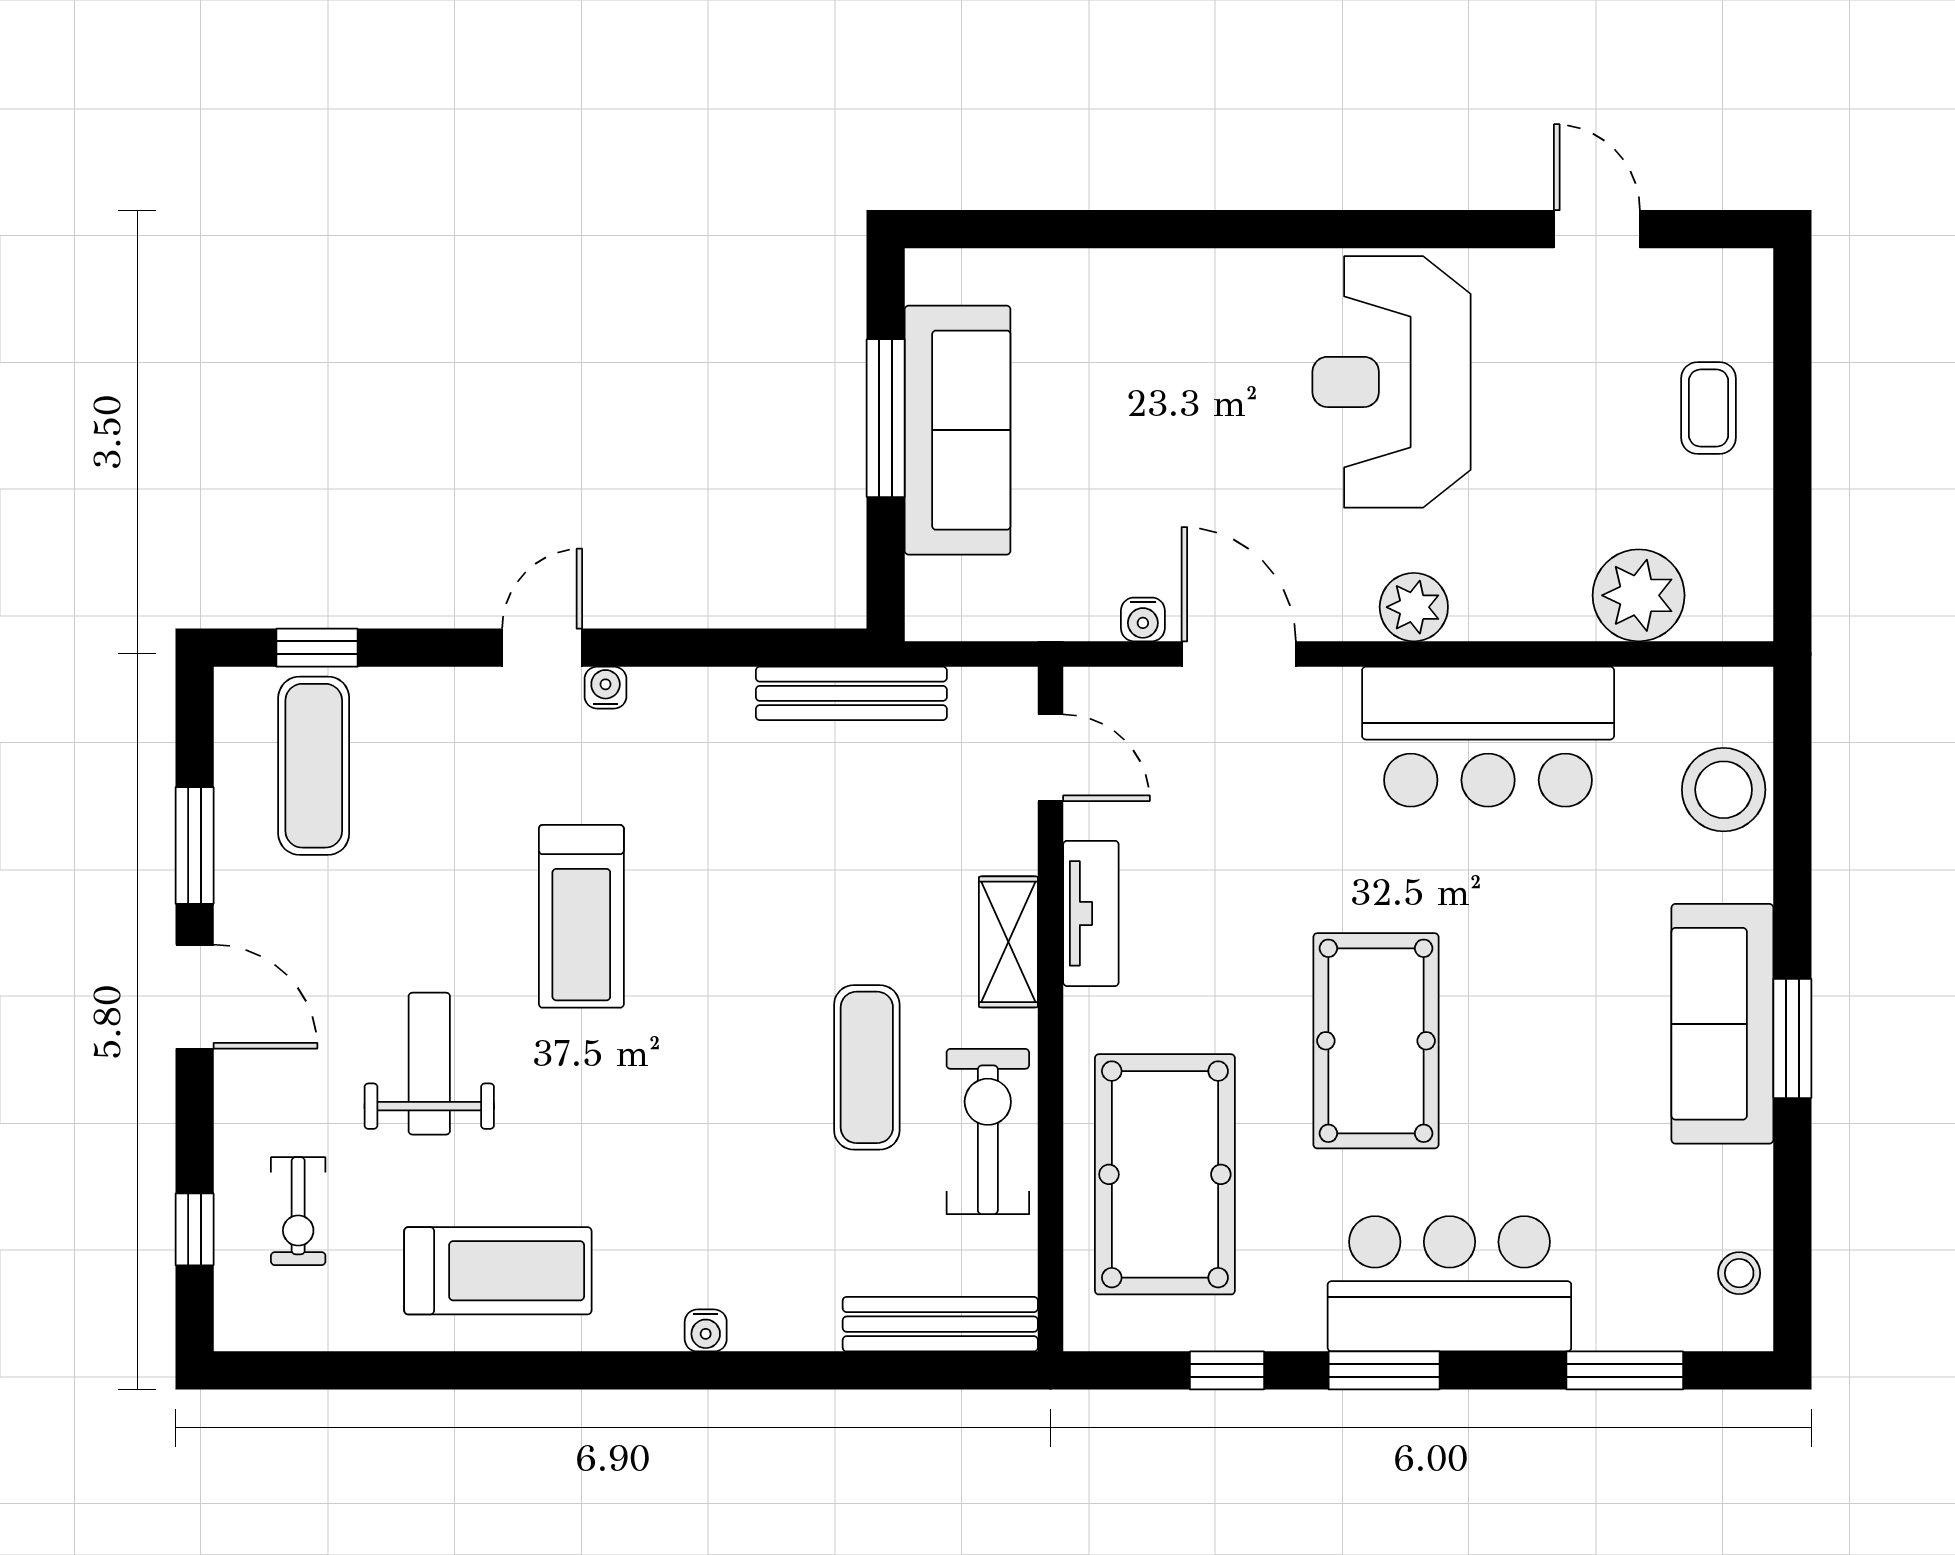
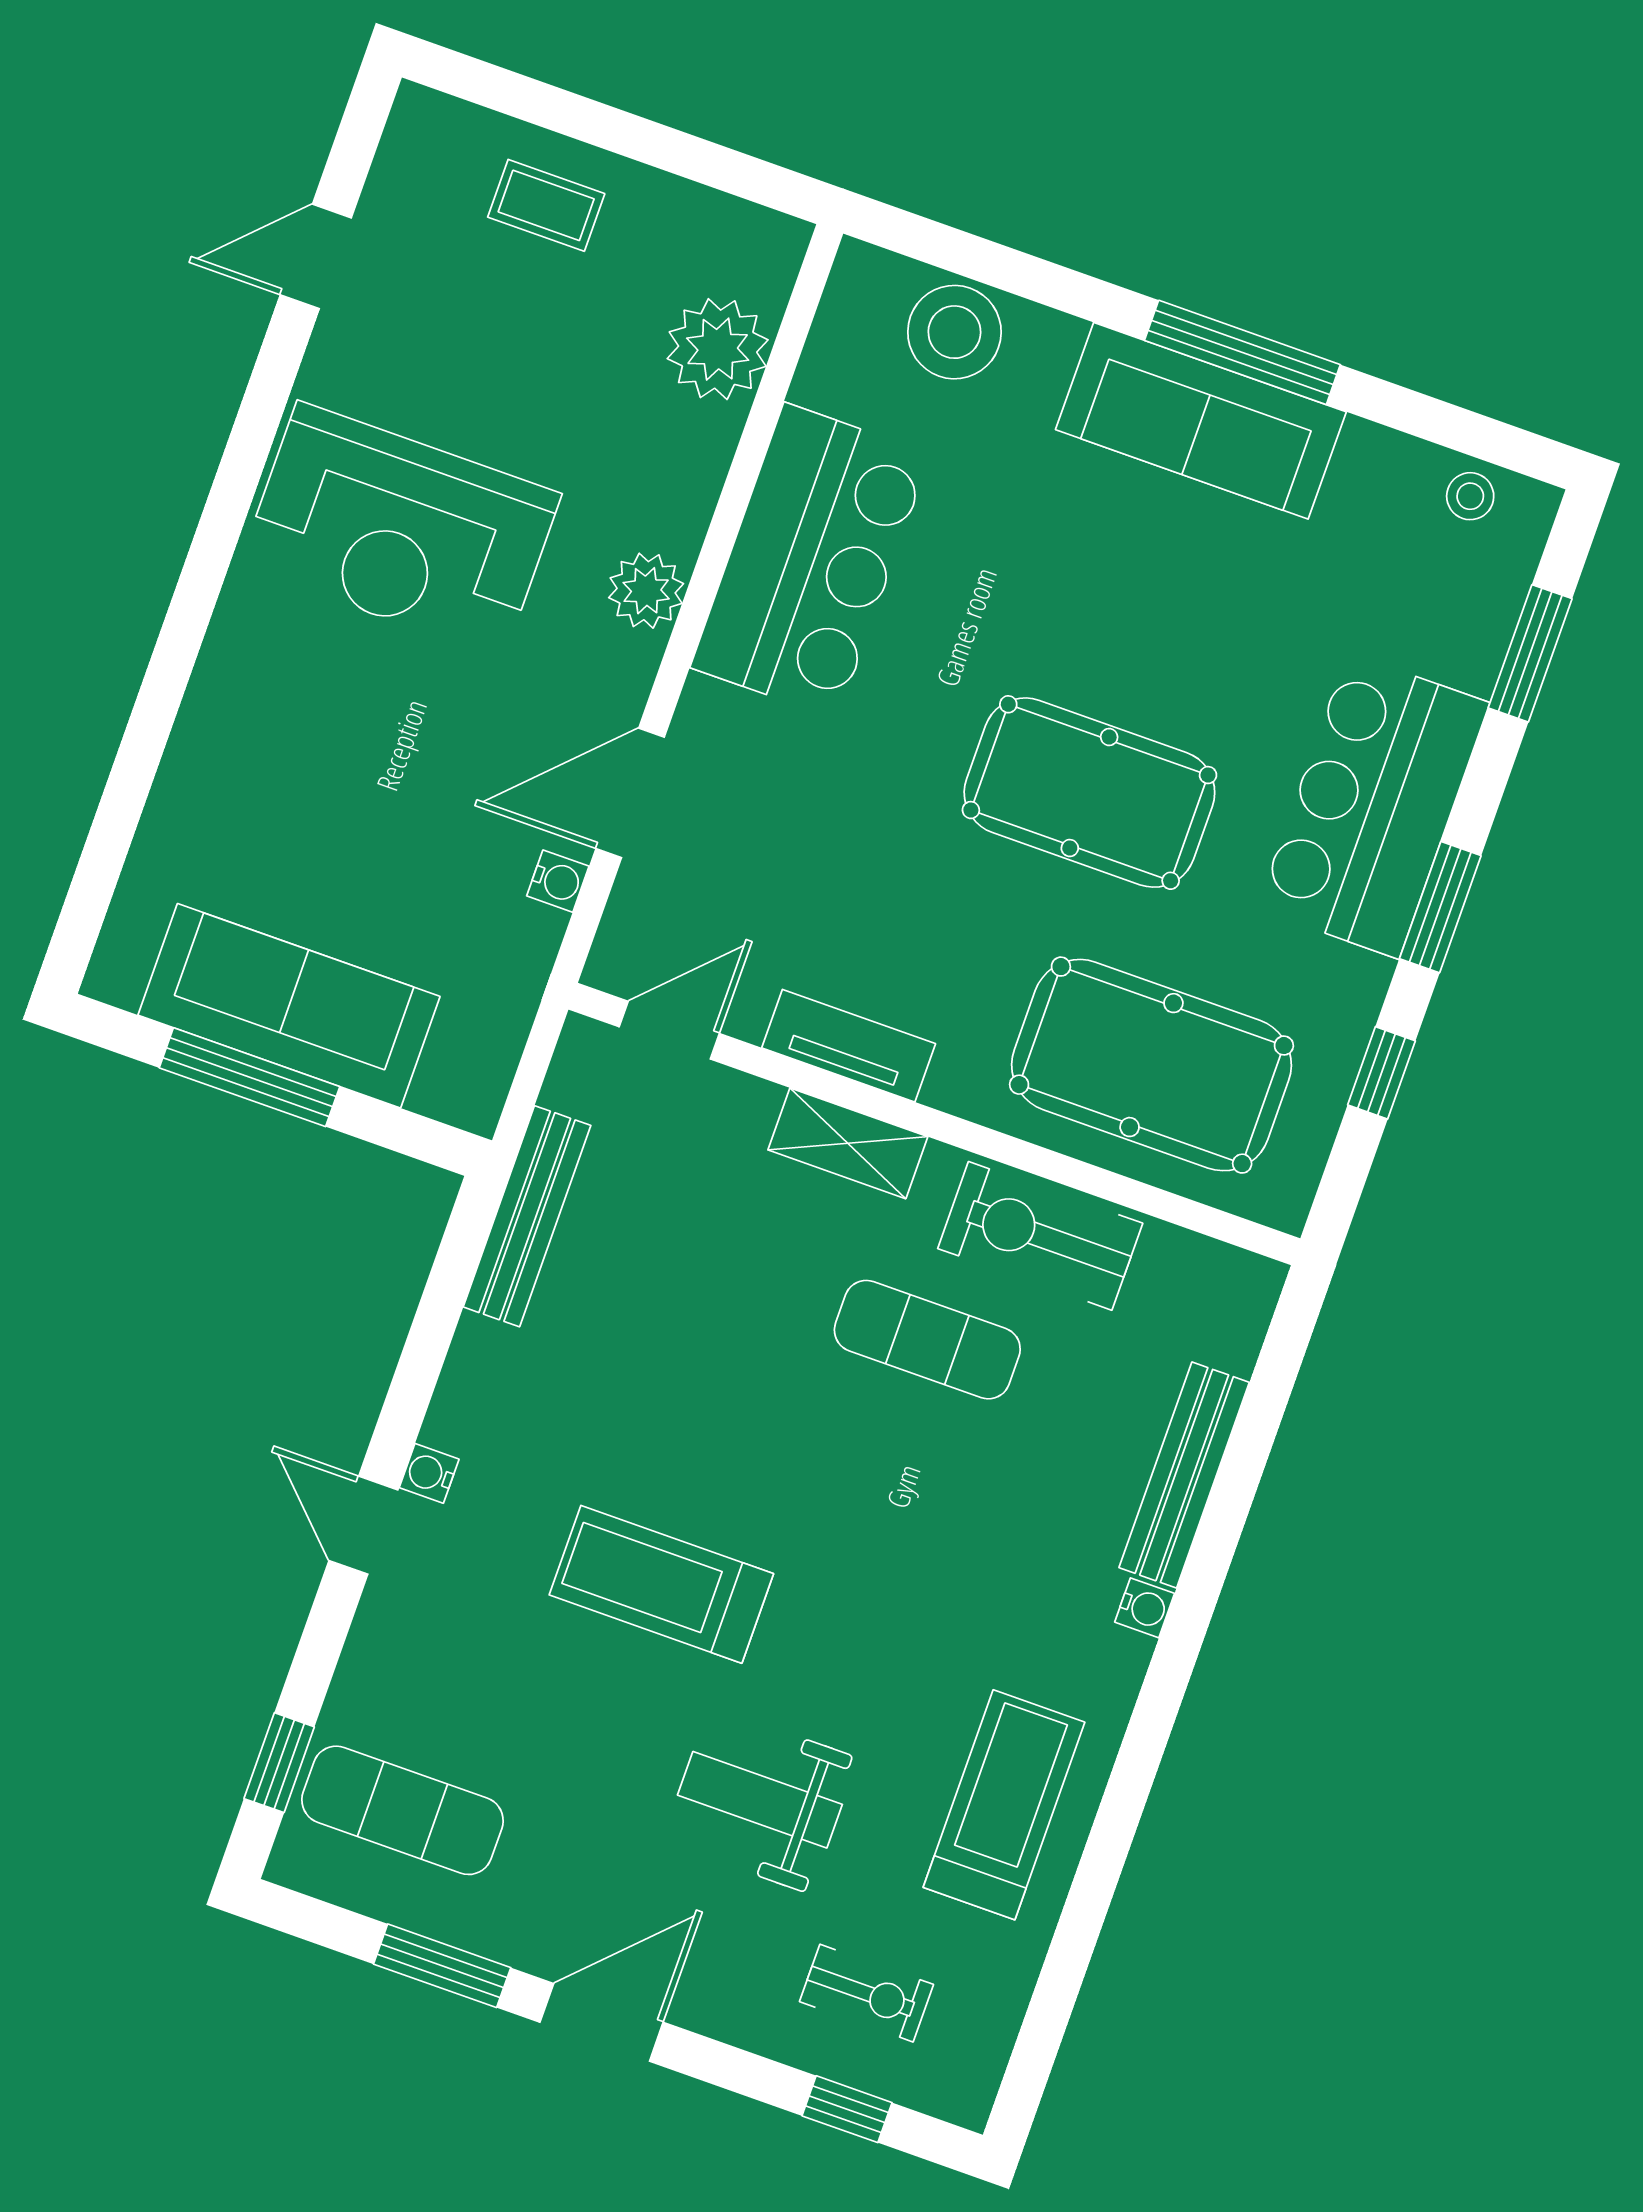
treadmill: (581, 916) -> (661, 1584), turned 180
window: (1792, 1038) -> (1242, 352), width x1.44
bench: (940, 1324) -> (1184, 1475), moved

